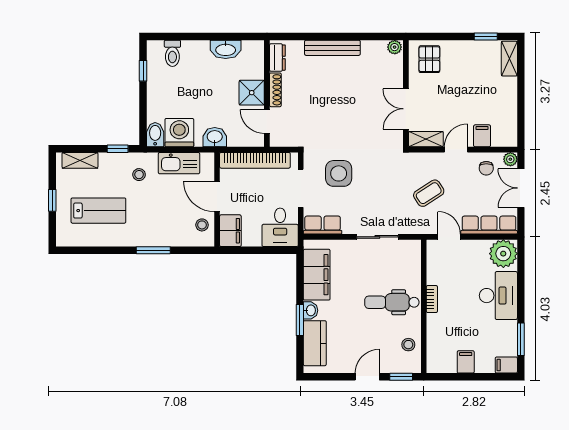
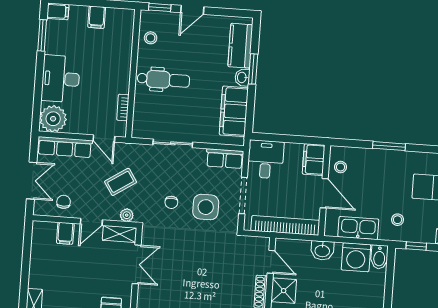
plant: (510, 159) -> (127, 215), moved
chair: (375, 176) -> (171, 202), added
bookcase: (432, 299) -> (123, 107), moved

